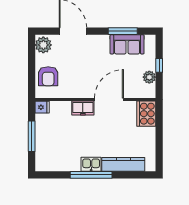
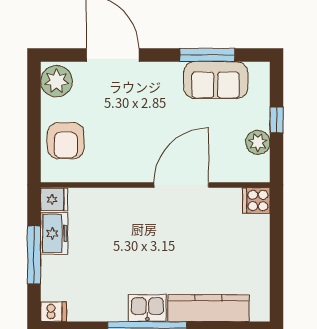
freezer: (83, 108) -> (54, 233), moved, turned -90
cooker: (146, 114) -> (256, 201), width x0.53, depth x0.76
dishwasher: (42, 166) -> (54, 312), added

